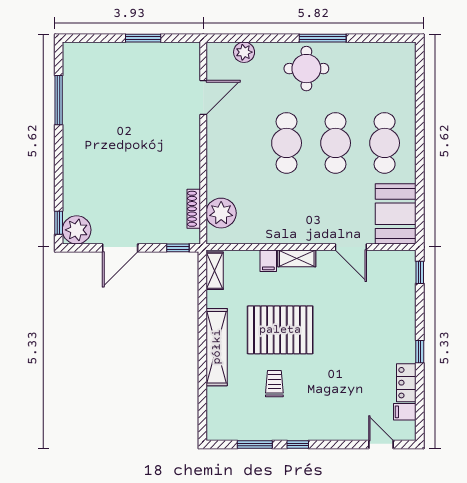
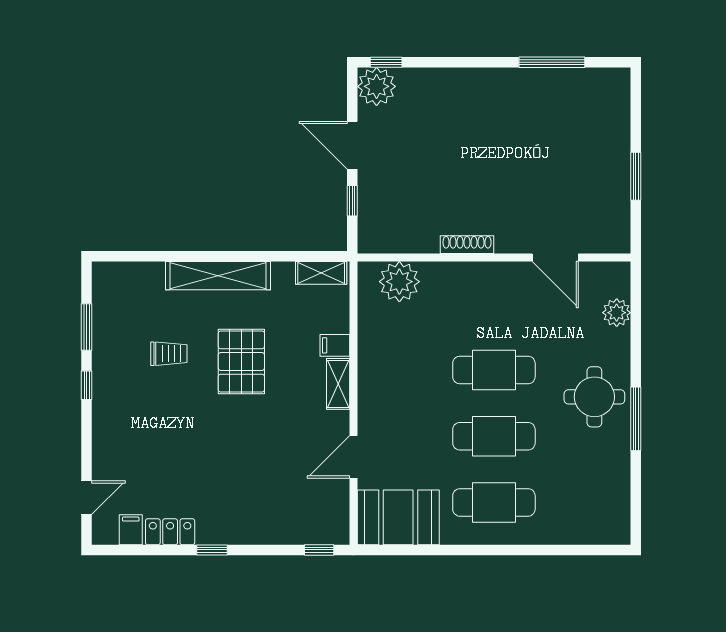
shoe rack: (194, 209) -> (467, 245), moved
window: (178, 248) -> (352, 201), moved
pallet: (280, 330) -> (241, 362), width x0.73, depth x0.71

